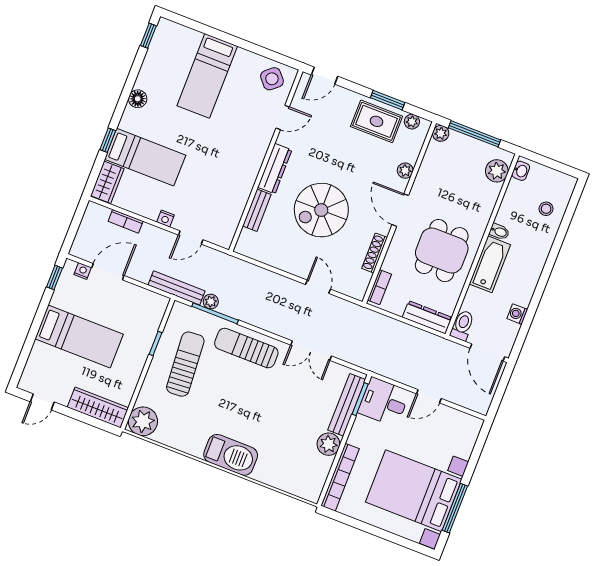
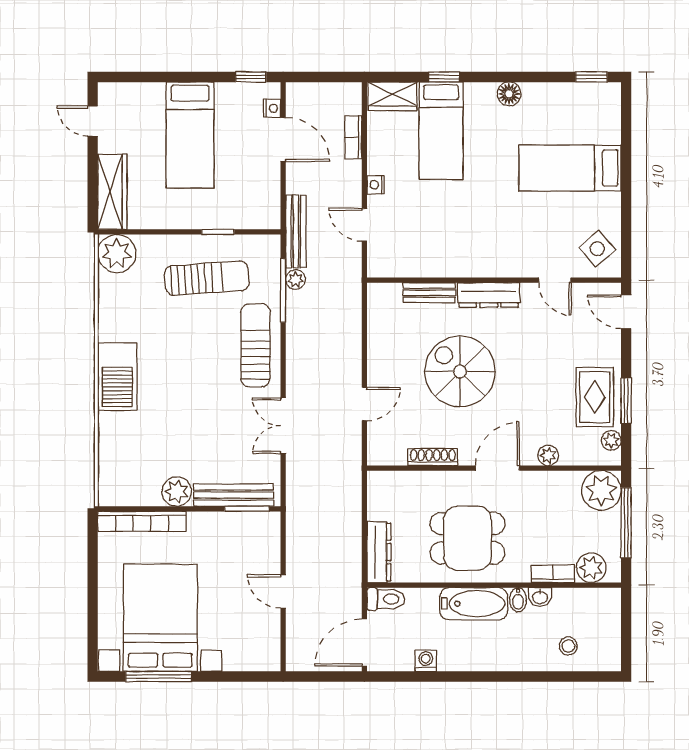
plant: (441, 133) -> (601, 490), width x1.88, depth x1.88
washbasin: (521, 171) -> (540, 597), moved
bookcase: (380, 287) -> (553, 574), moved, turned 180
desk: (384, 402) -> (255, 539), removed

